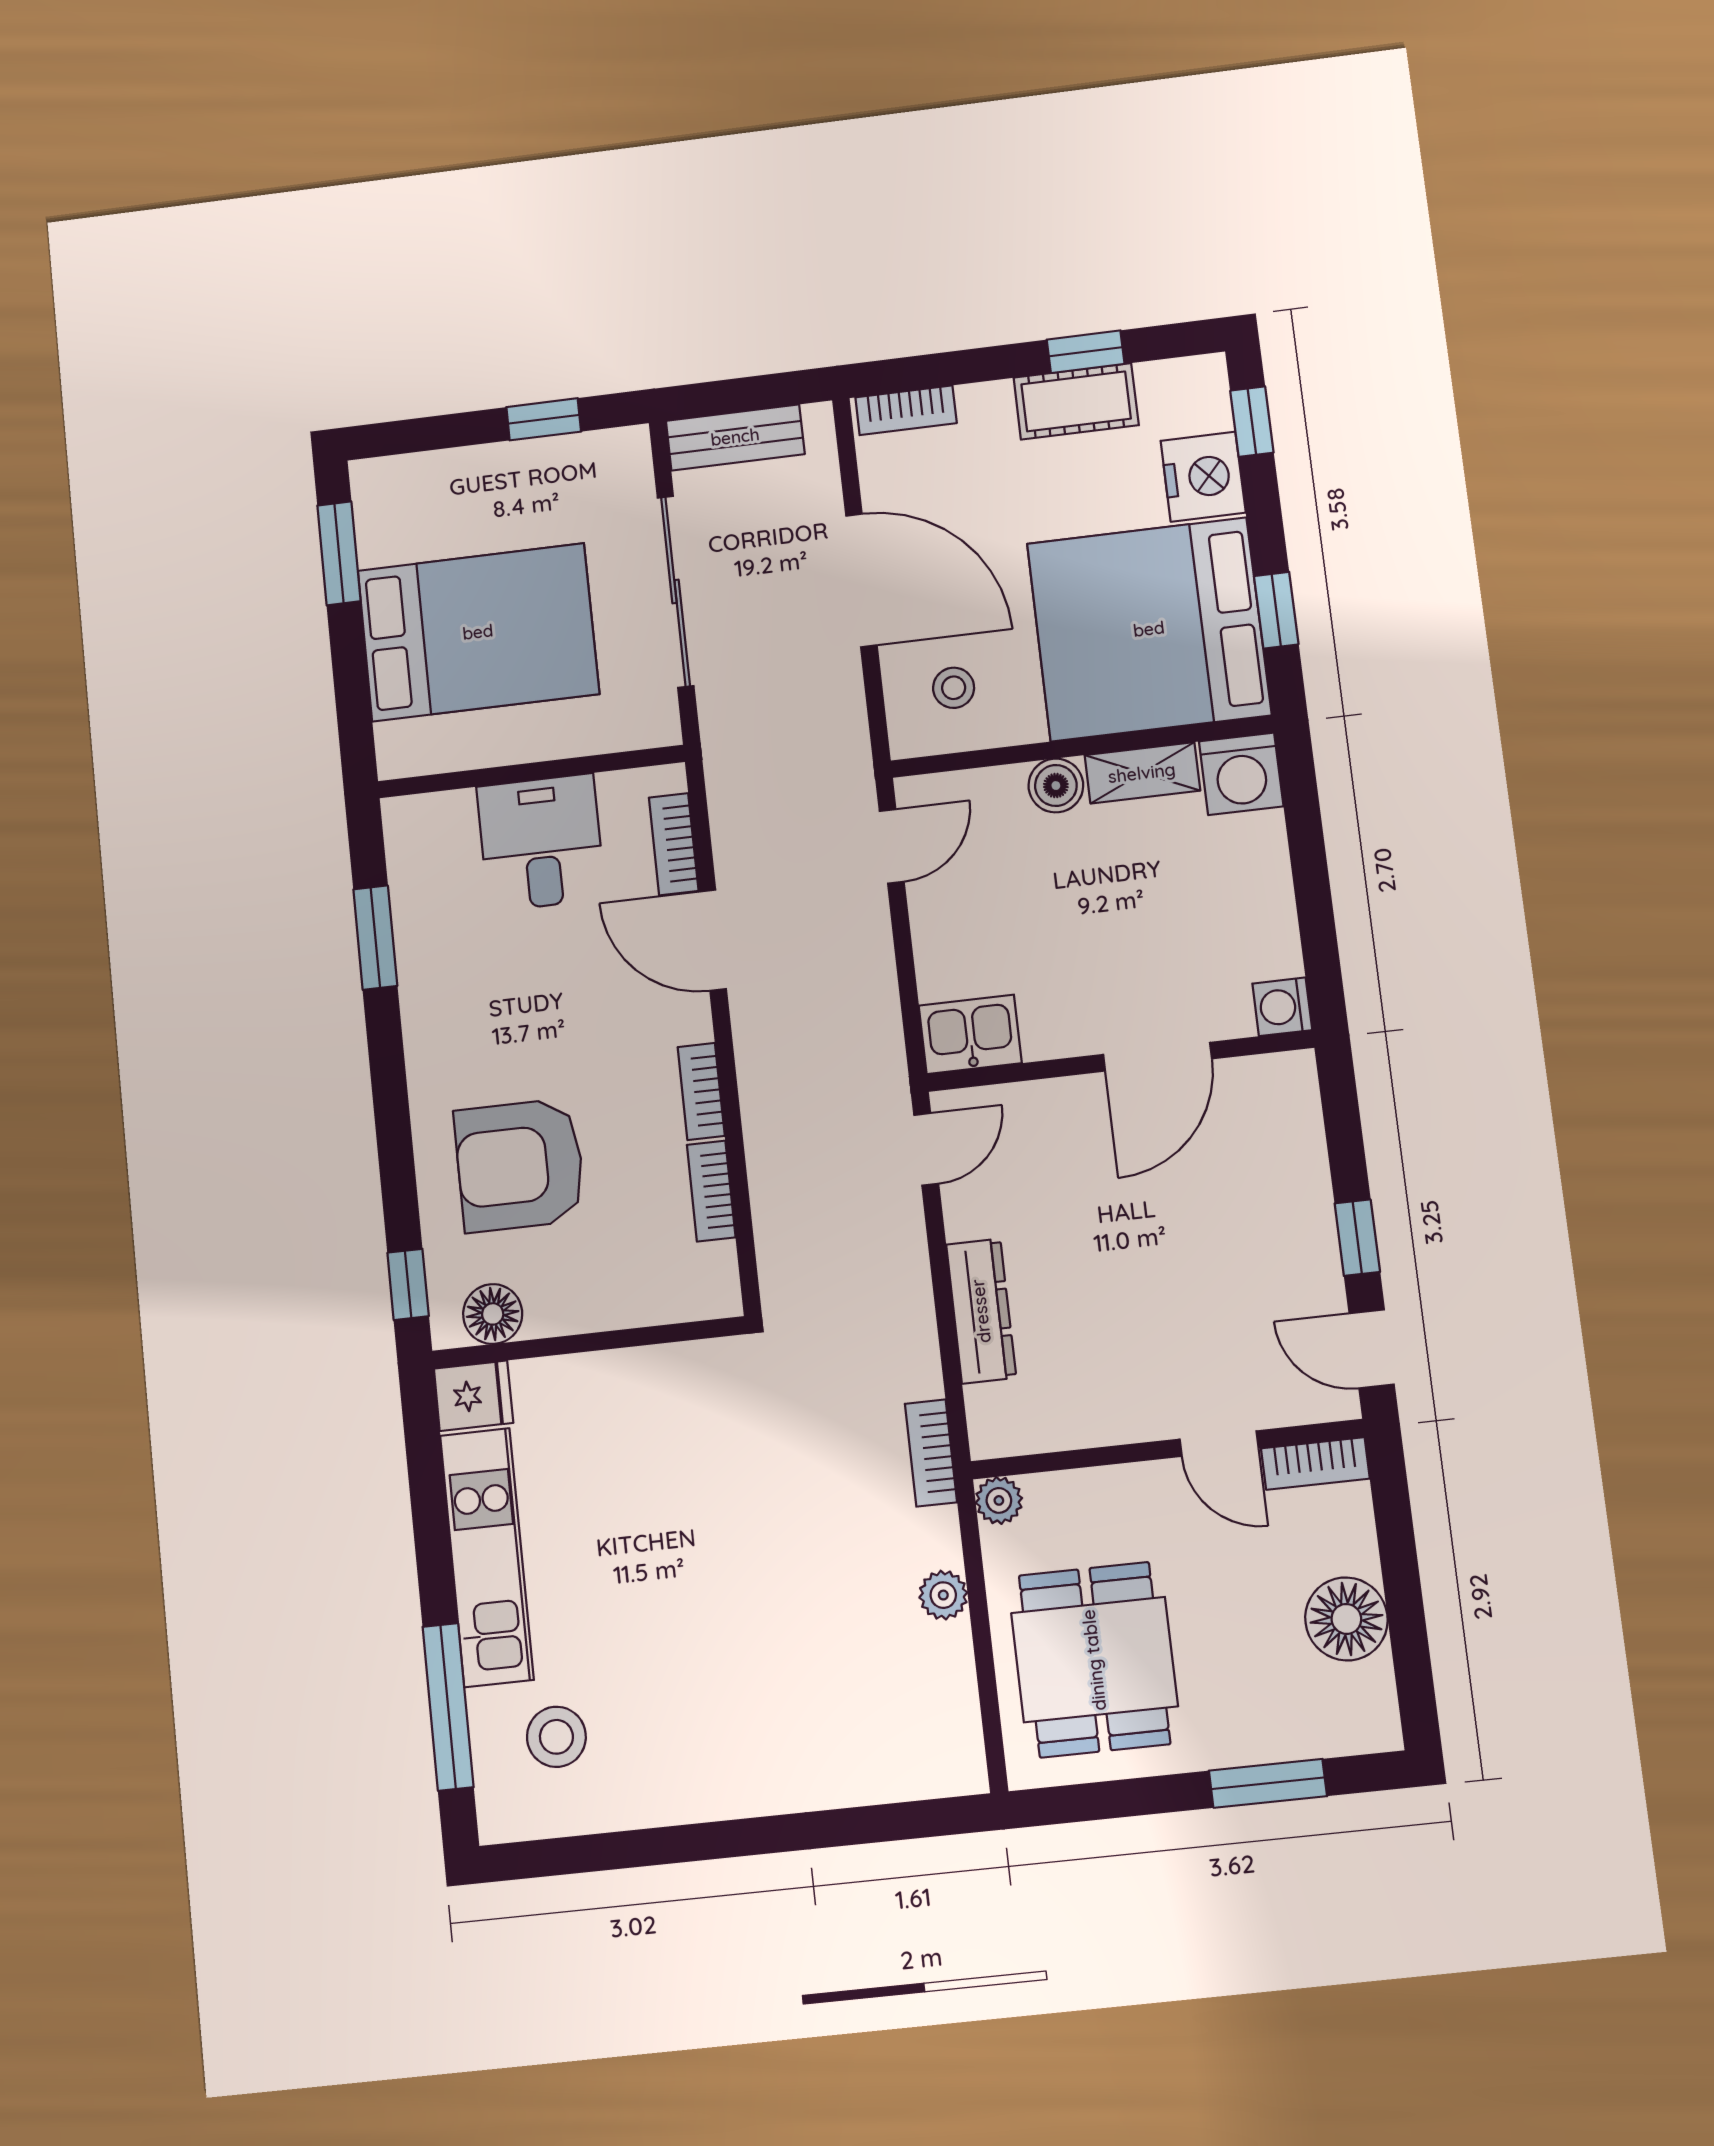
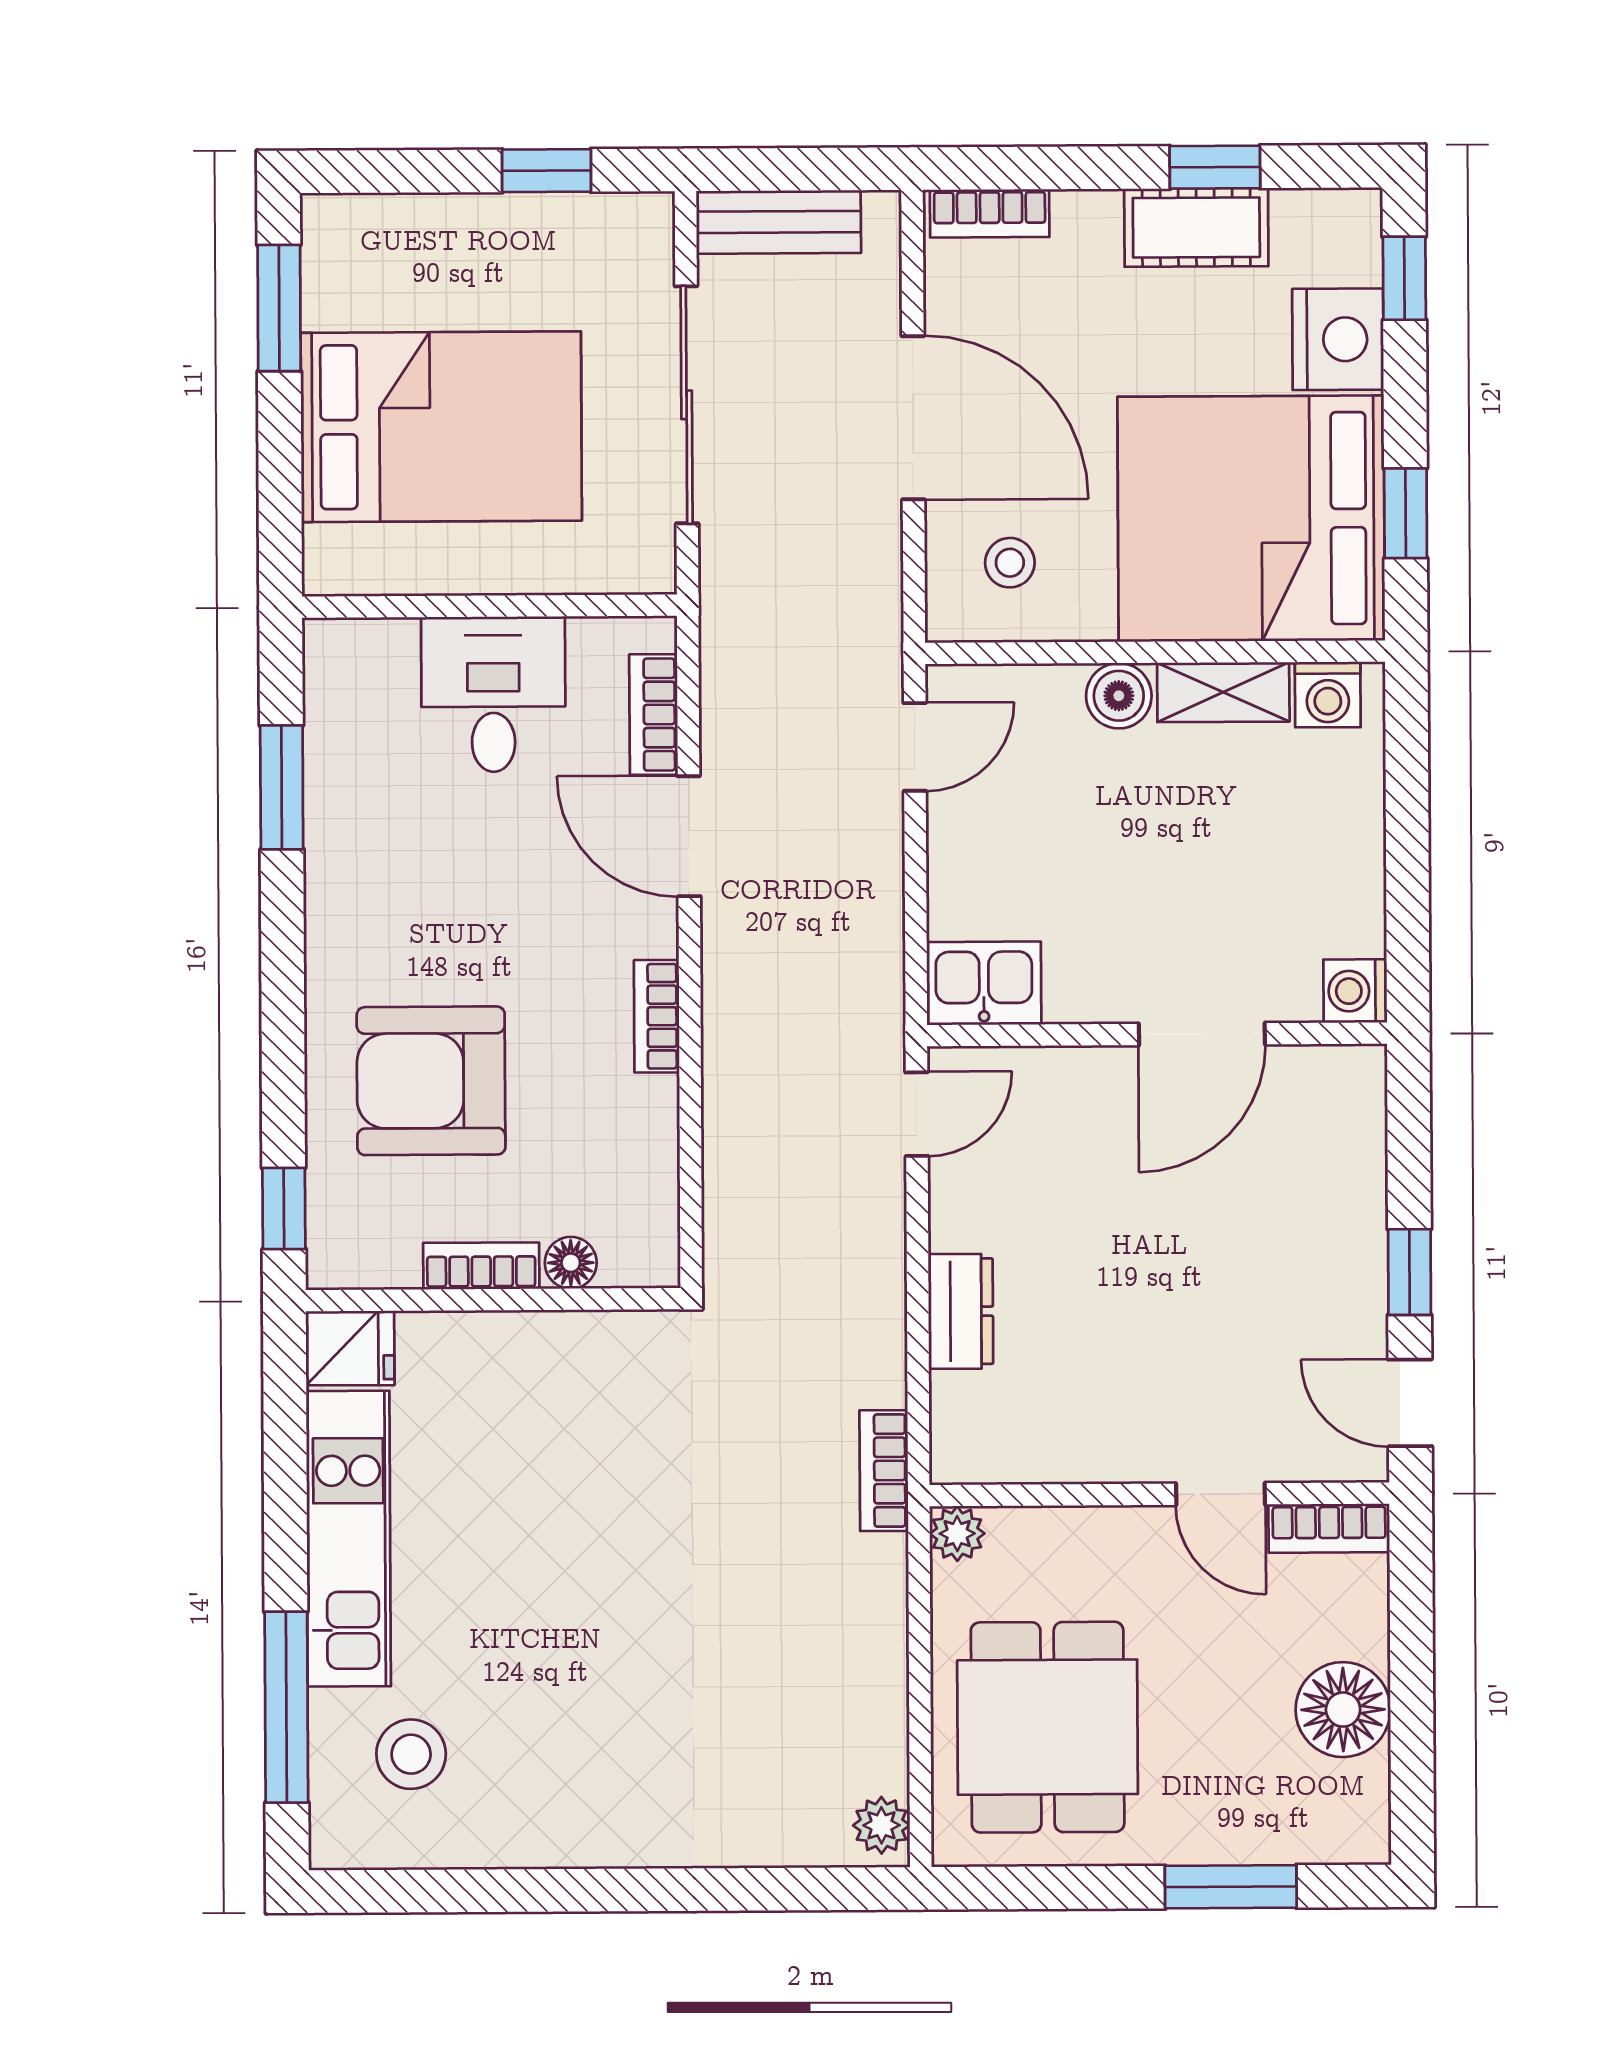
washing machine: (1241, 774) -> (1328, 695), width x0.73, depth x0.73
bookcase: (711, 1191) -> (481, 1266), moved, turned 90
dresser: (981, 1311) -> (961, 1311), width x0.70
floor lamp: (493, 1314) -> (571, 1263), moved, width x0.73, depth x0.73
plant: (943, 1595) -> (881, 1825), moved

